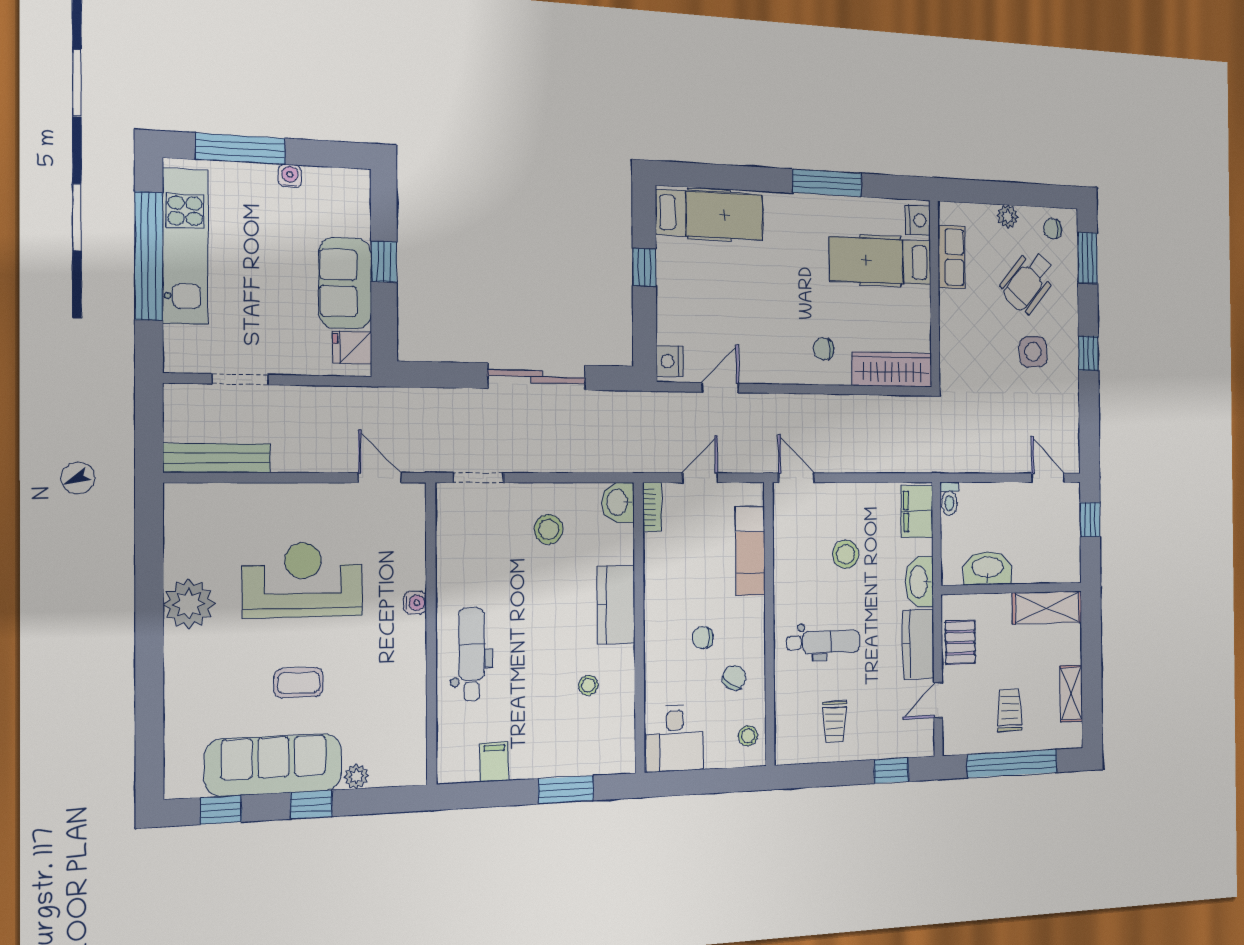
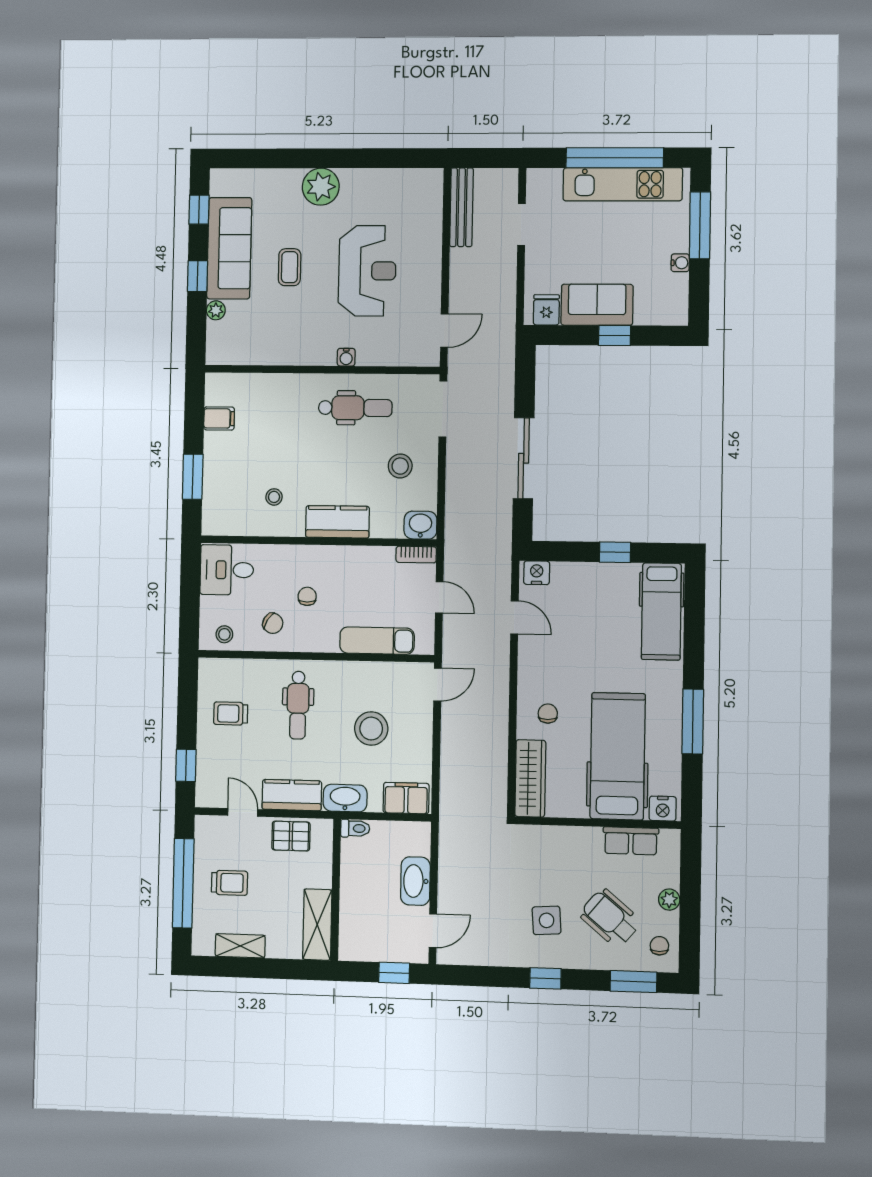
hospital bed: (880, 261) -> (618, 756), width x1.37, depth x1.29
doorway: (478, 478) -> (443, 409), width x1.38
toilet: (949, 499) -> (355, 828), moved, turned 180
stool: (846, 554) -> (371, 729), width x1.38, depth x1.38
washbasin: (988, 568) -> (415, 881), moved, turned 180
plant: (189, 604) -> (321, 187), moved
dental chair: (472, 654) -> (355, 408), moved

